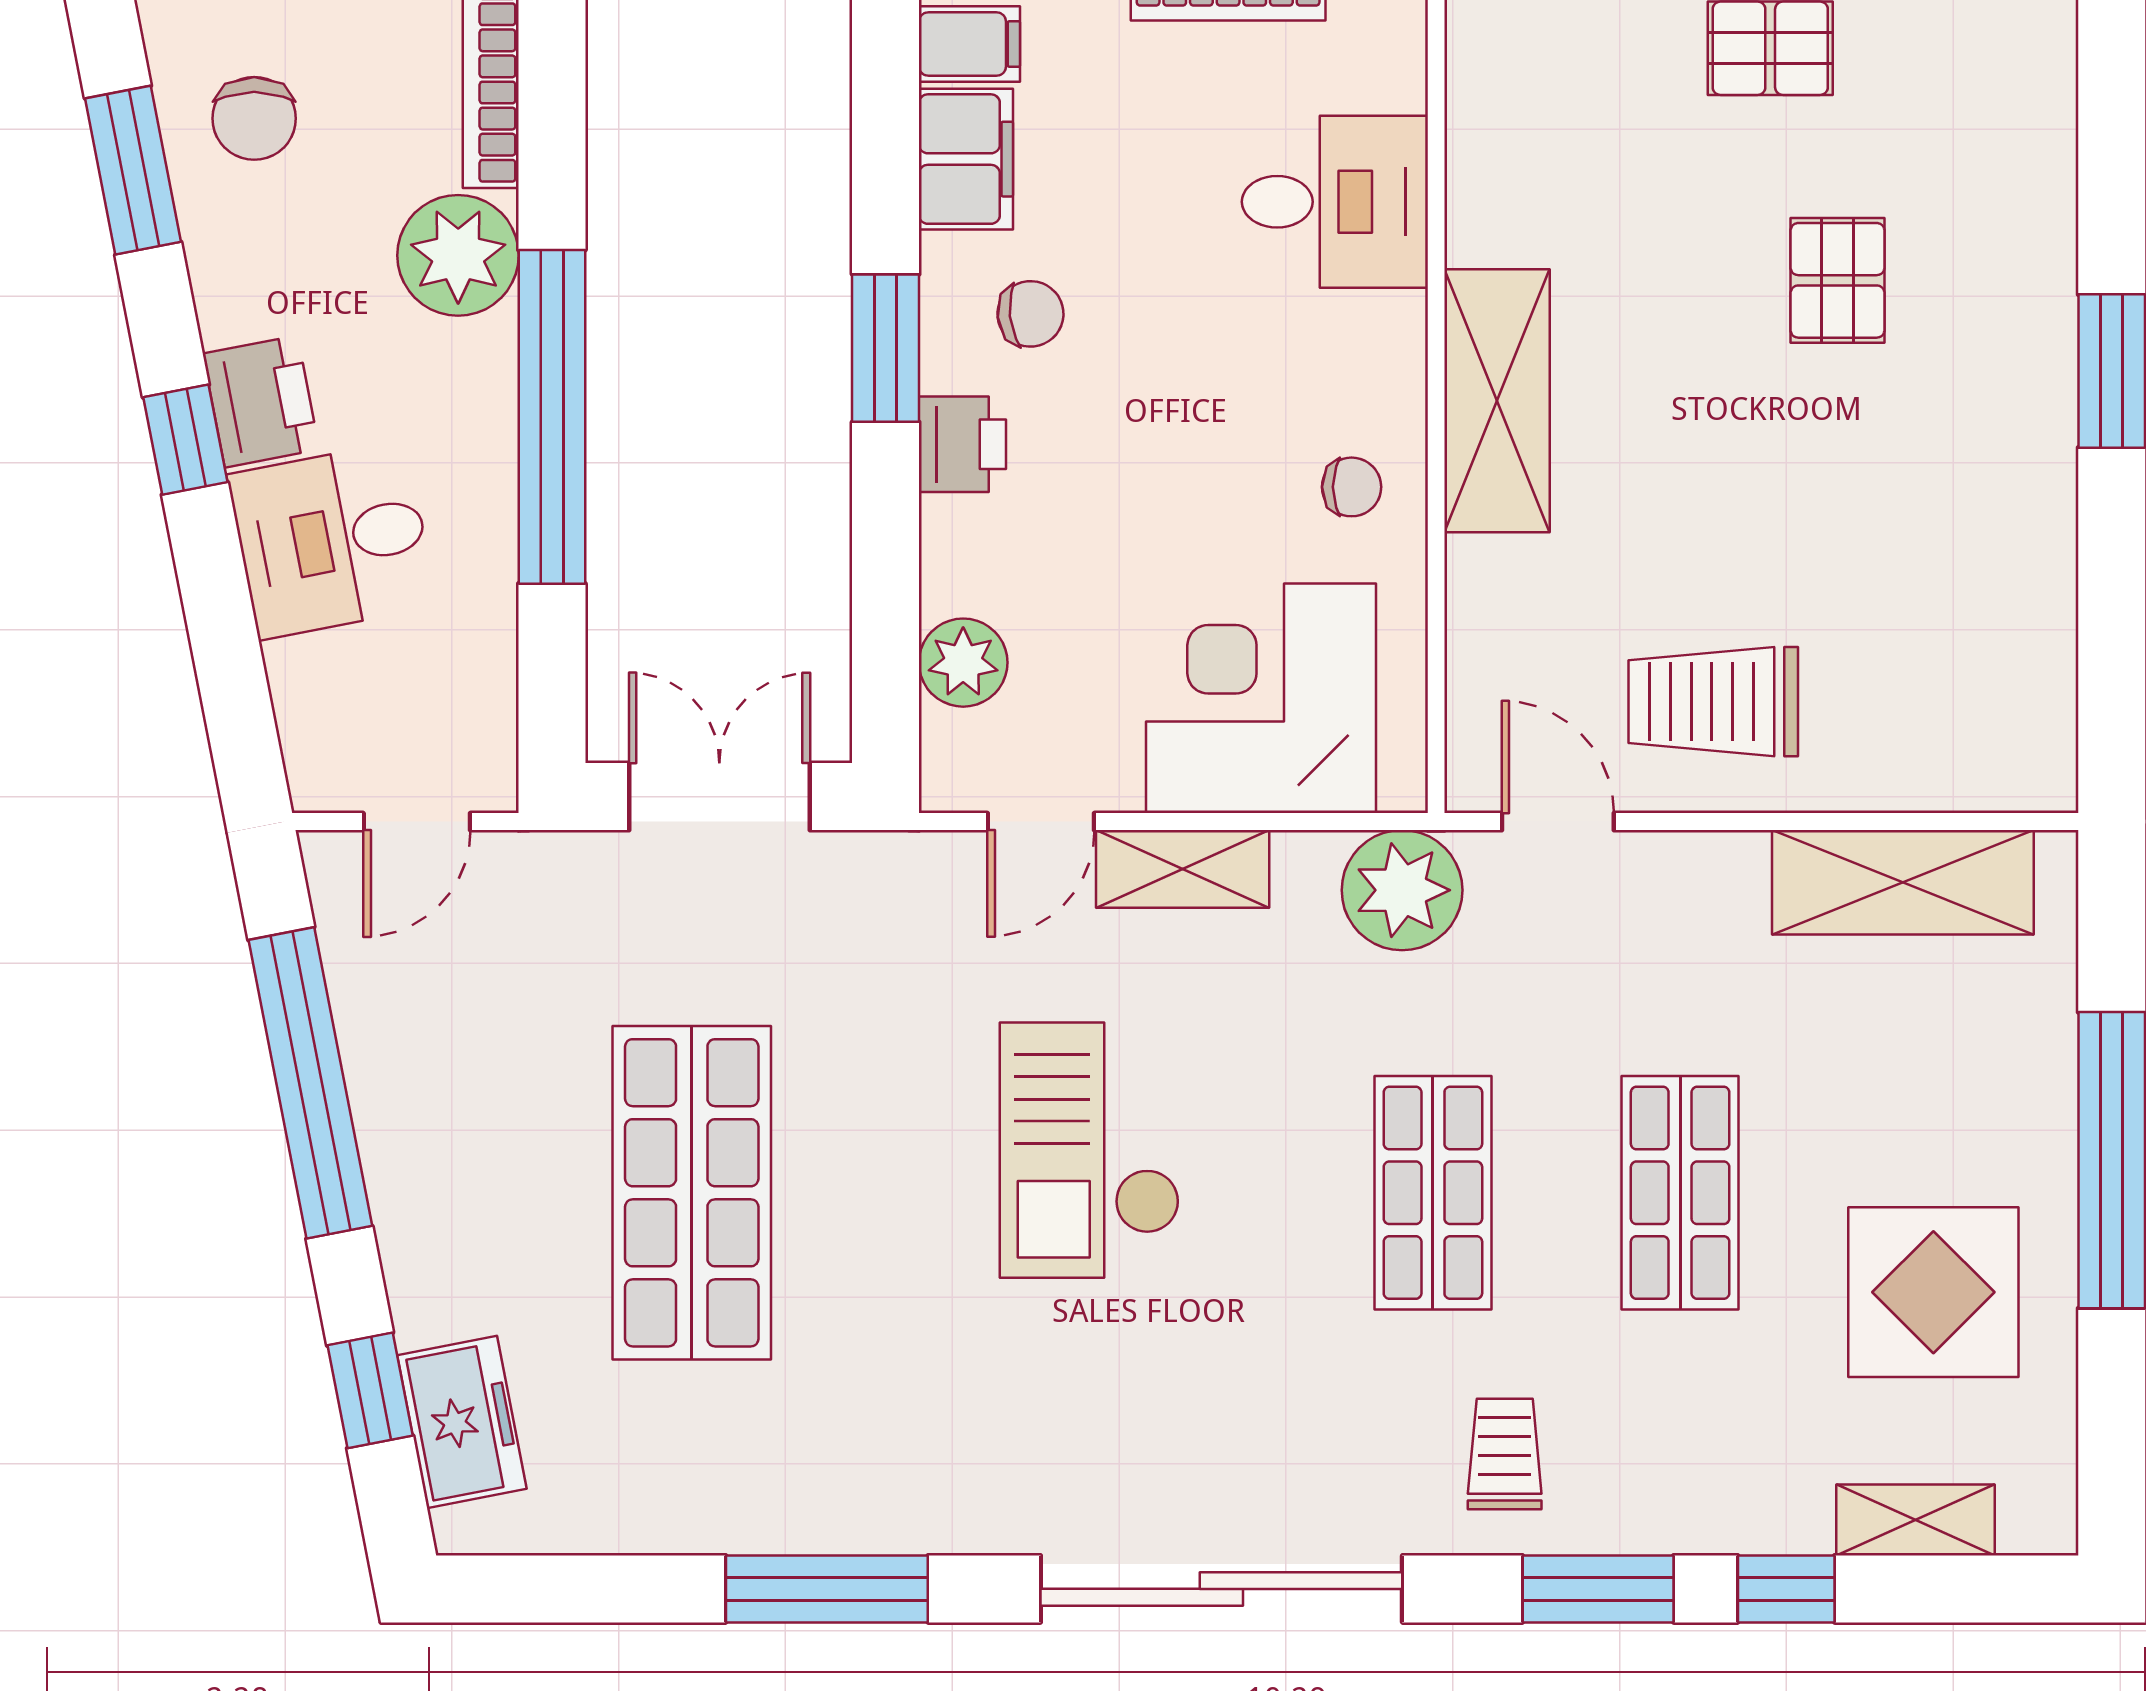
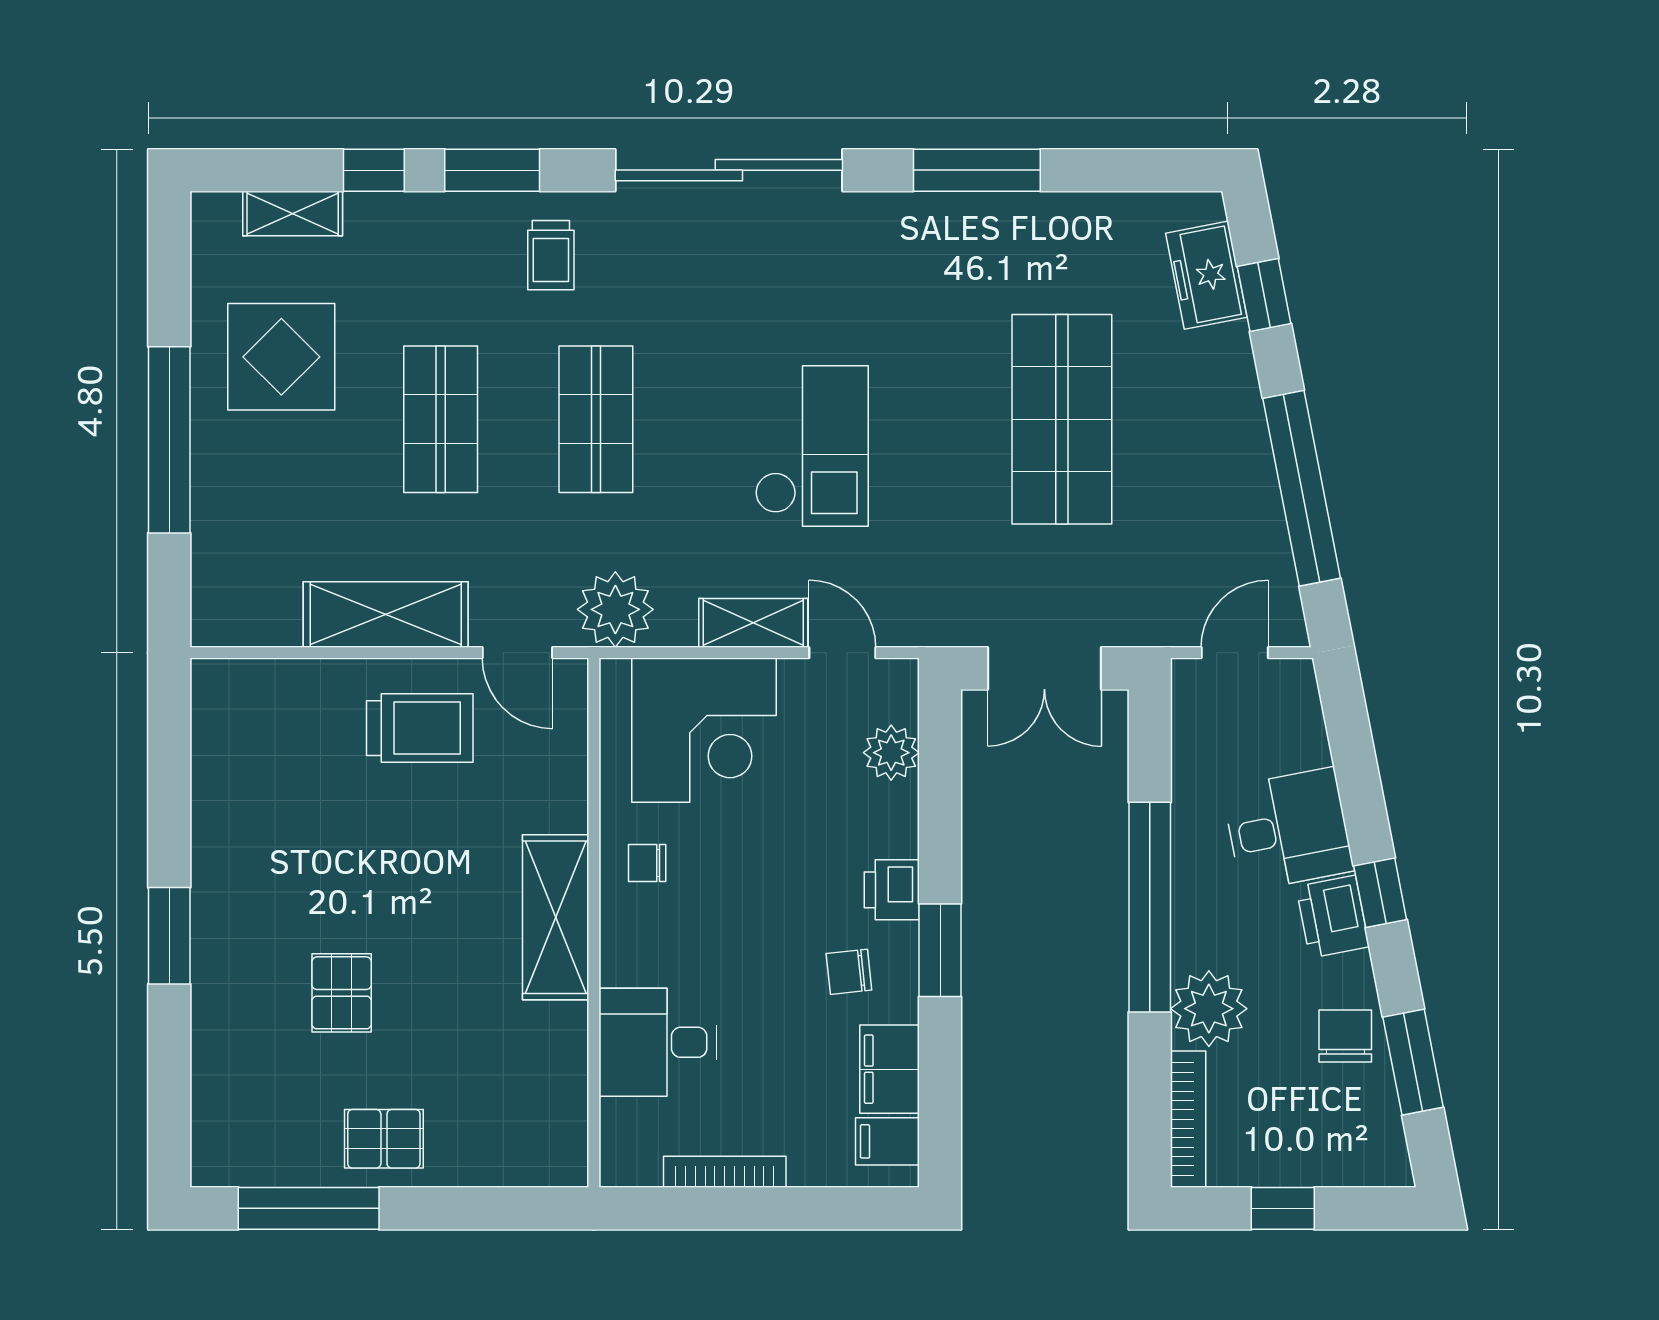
chair: (254, 118) -> (1345, 1036), moved
door: (1041, 822) -> (842, 653), hinge flipped
shelving: (1903, 882) -> (386, 614), moved

